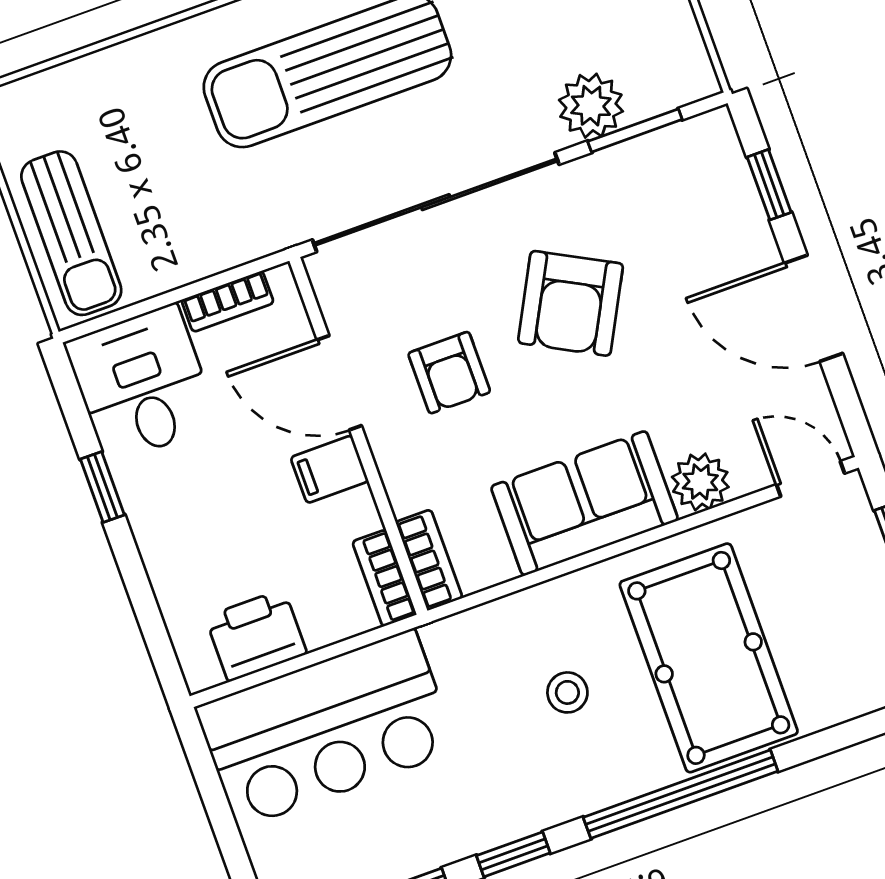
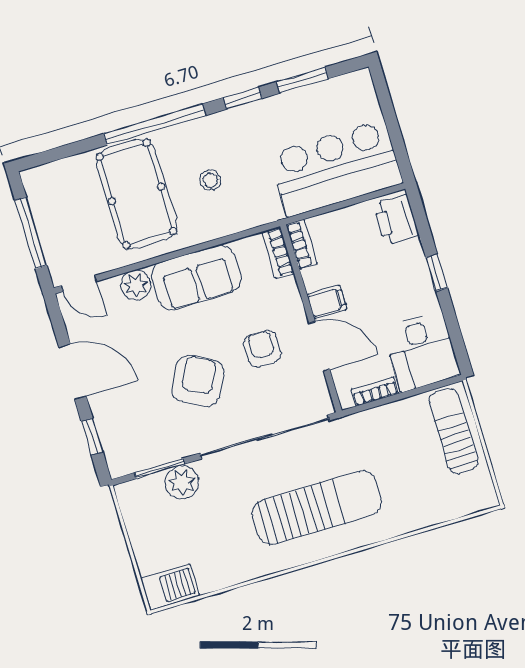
window: (102, 487) -> (437, 273), moved
printer: (256, 635) -> (396, 220), moved, turned 90

